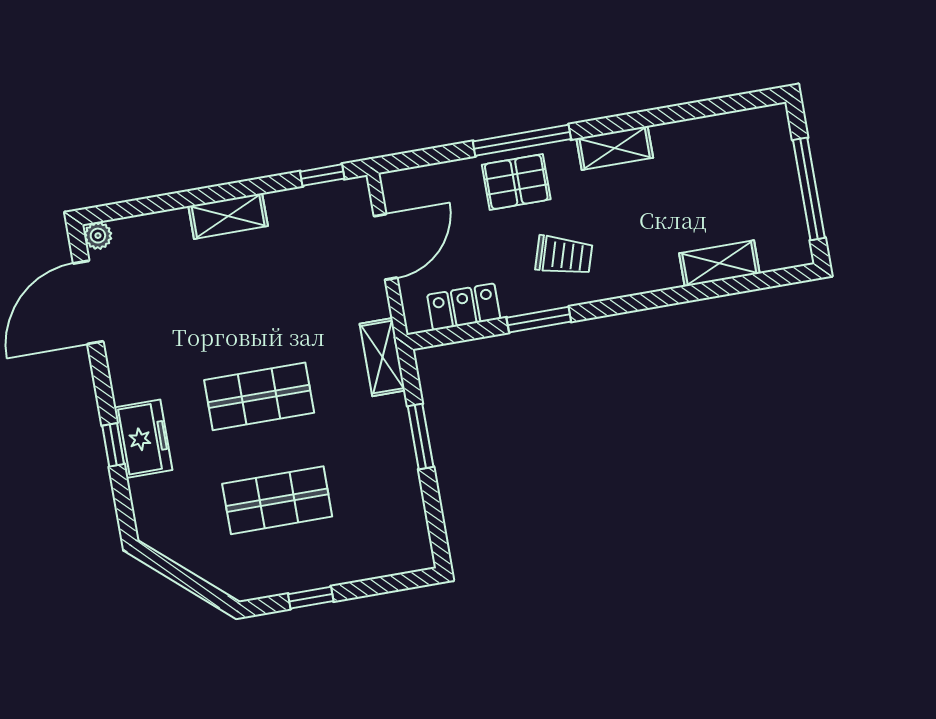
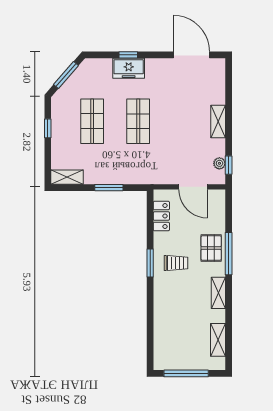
plant: (98, 236) -> (219, 163), moved
trolley: (564, 255) -> (176, 263), turned -107
shelving: (719, 263) -> (218, 340), moved
window: (539, 320) -> (150, 263), moved
shelving: (382, 357) -> (67, 177), moved
window: (183, 577) -> (66, 75), added

